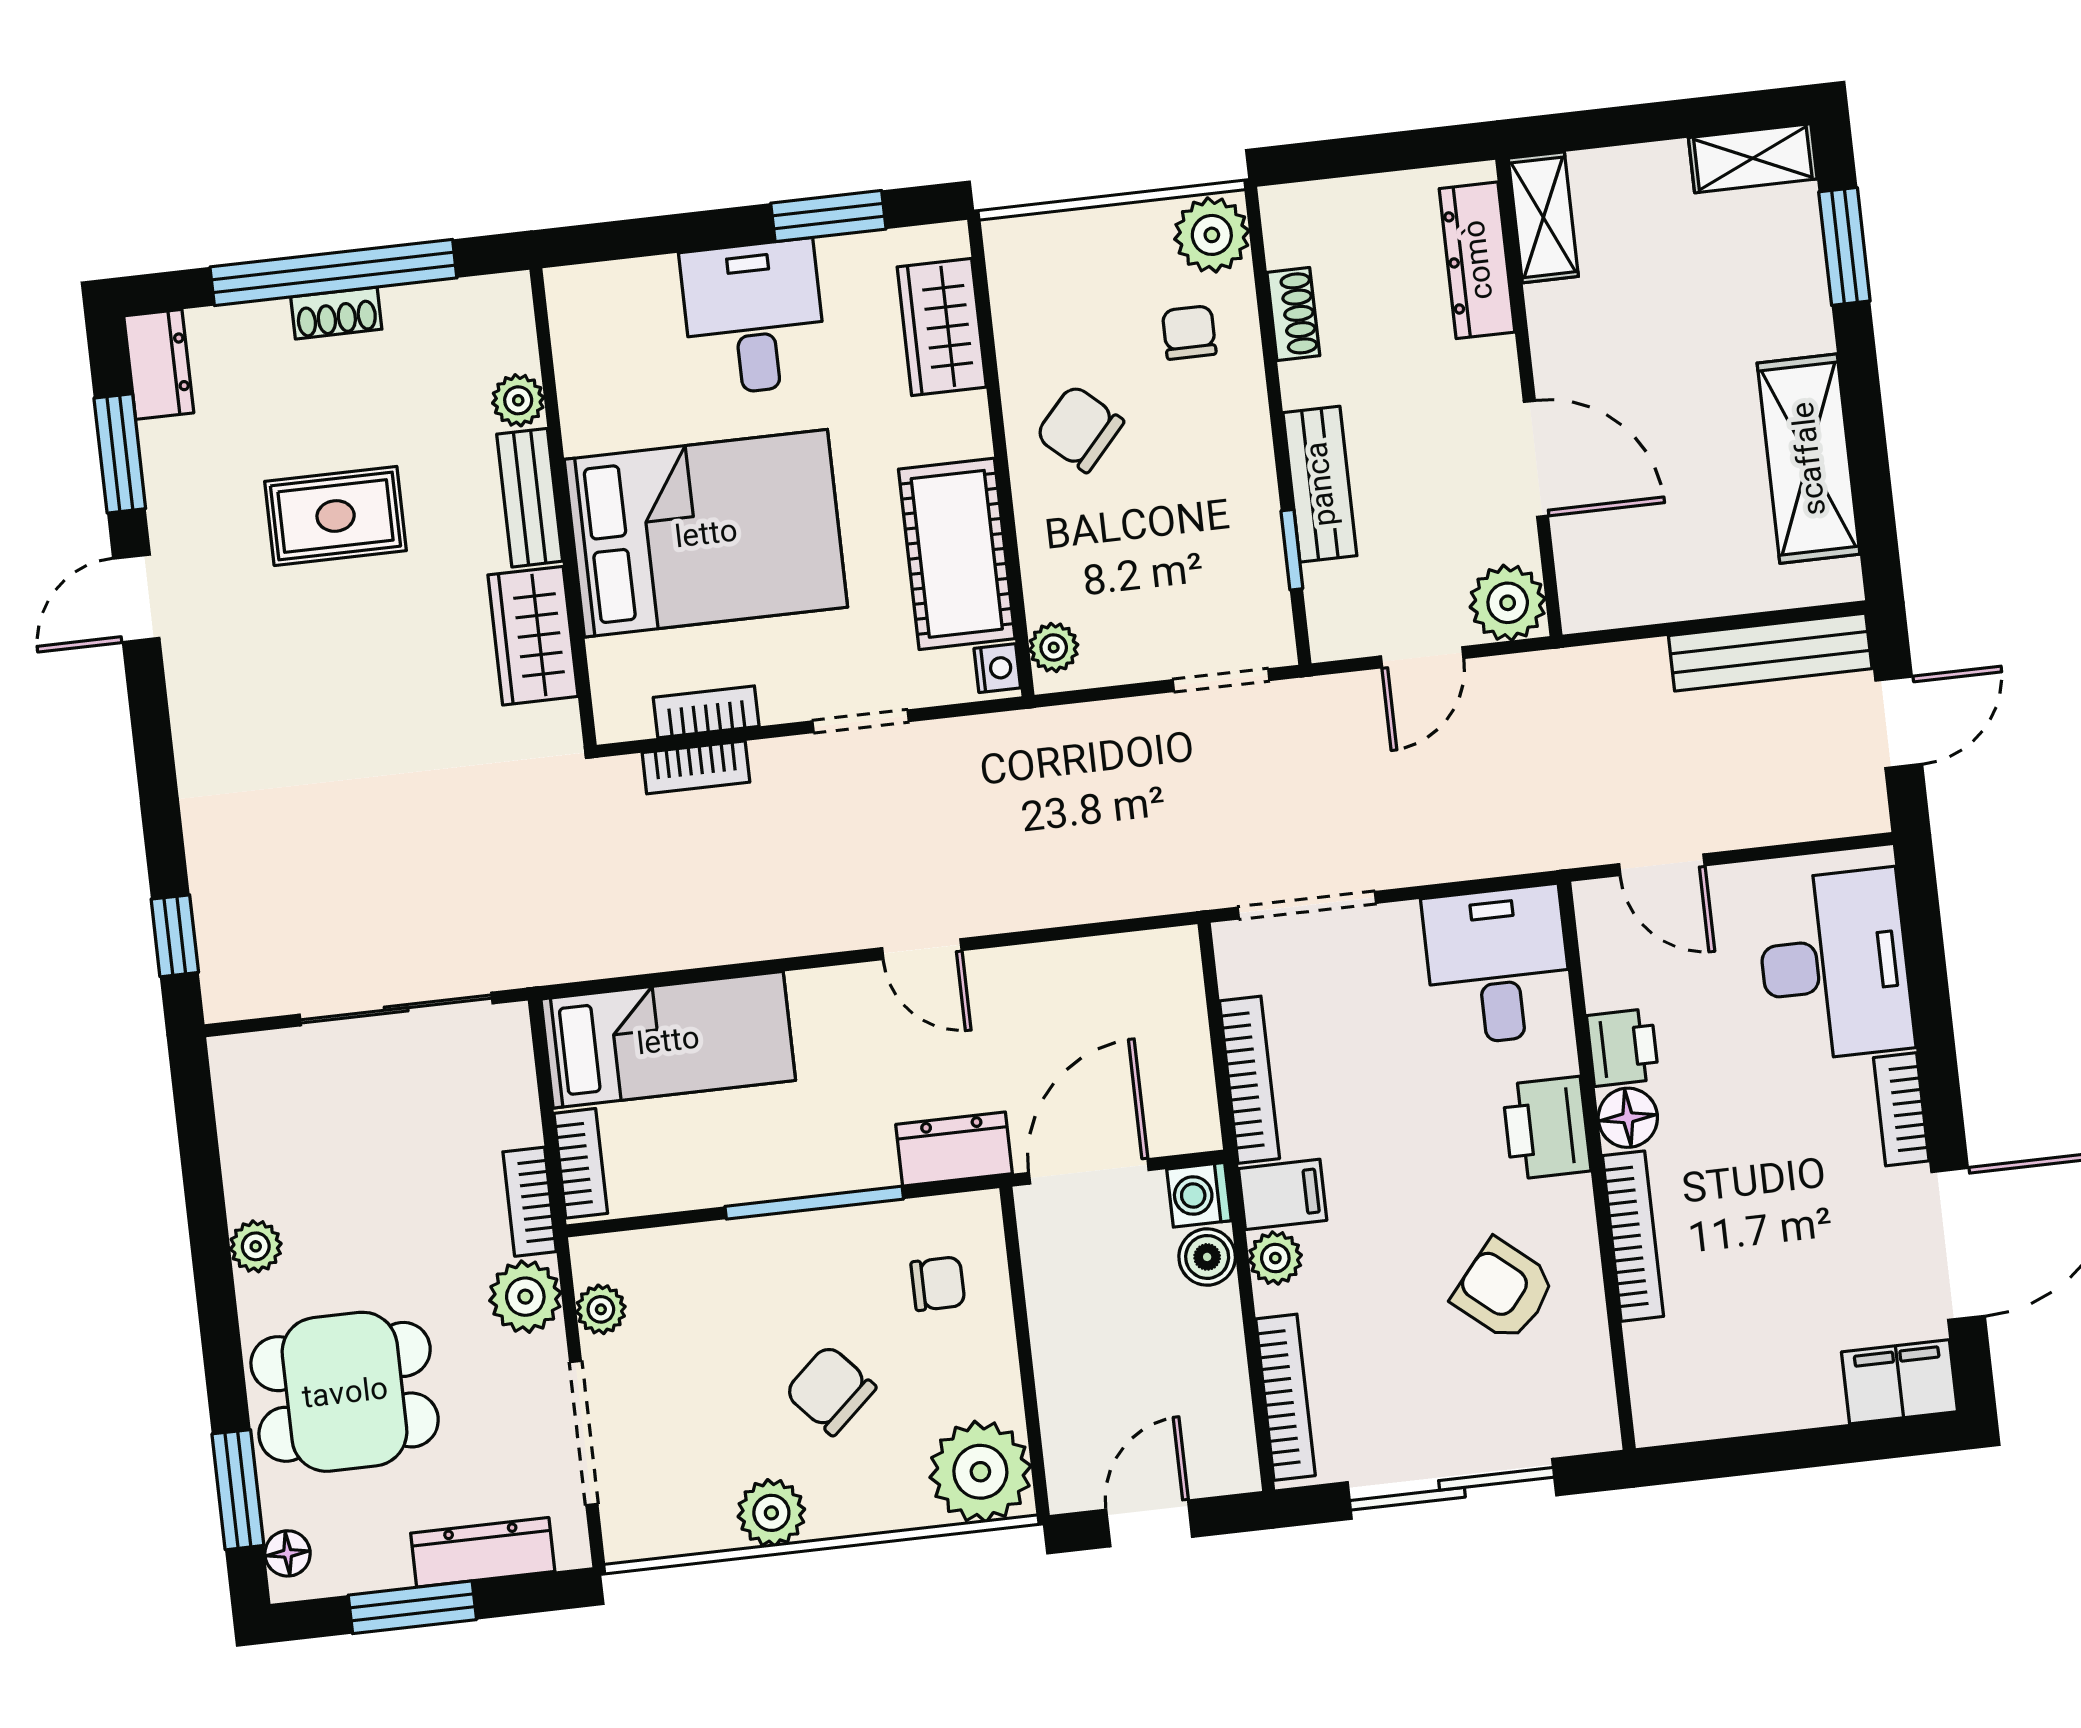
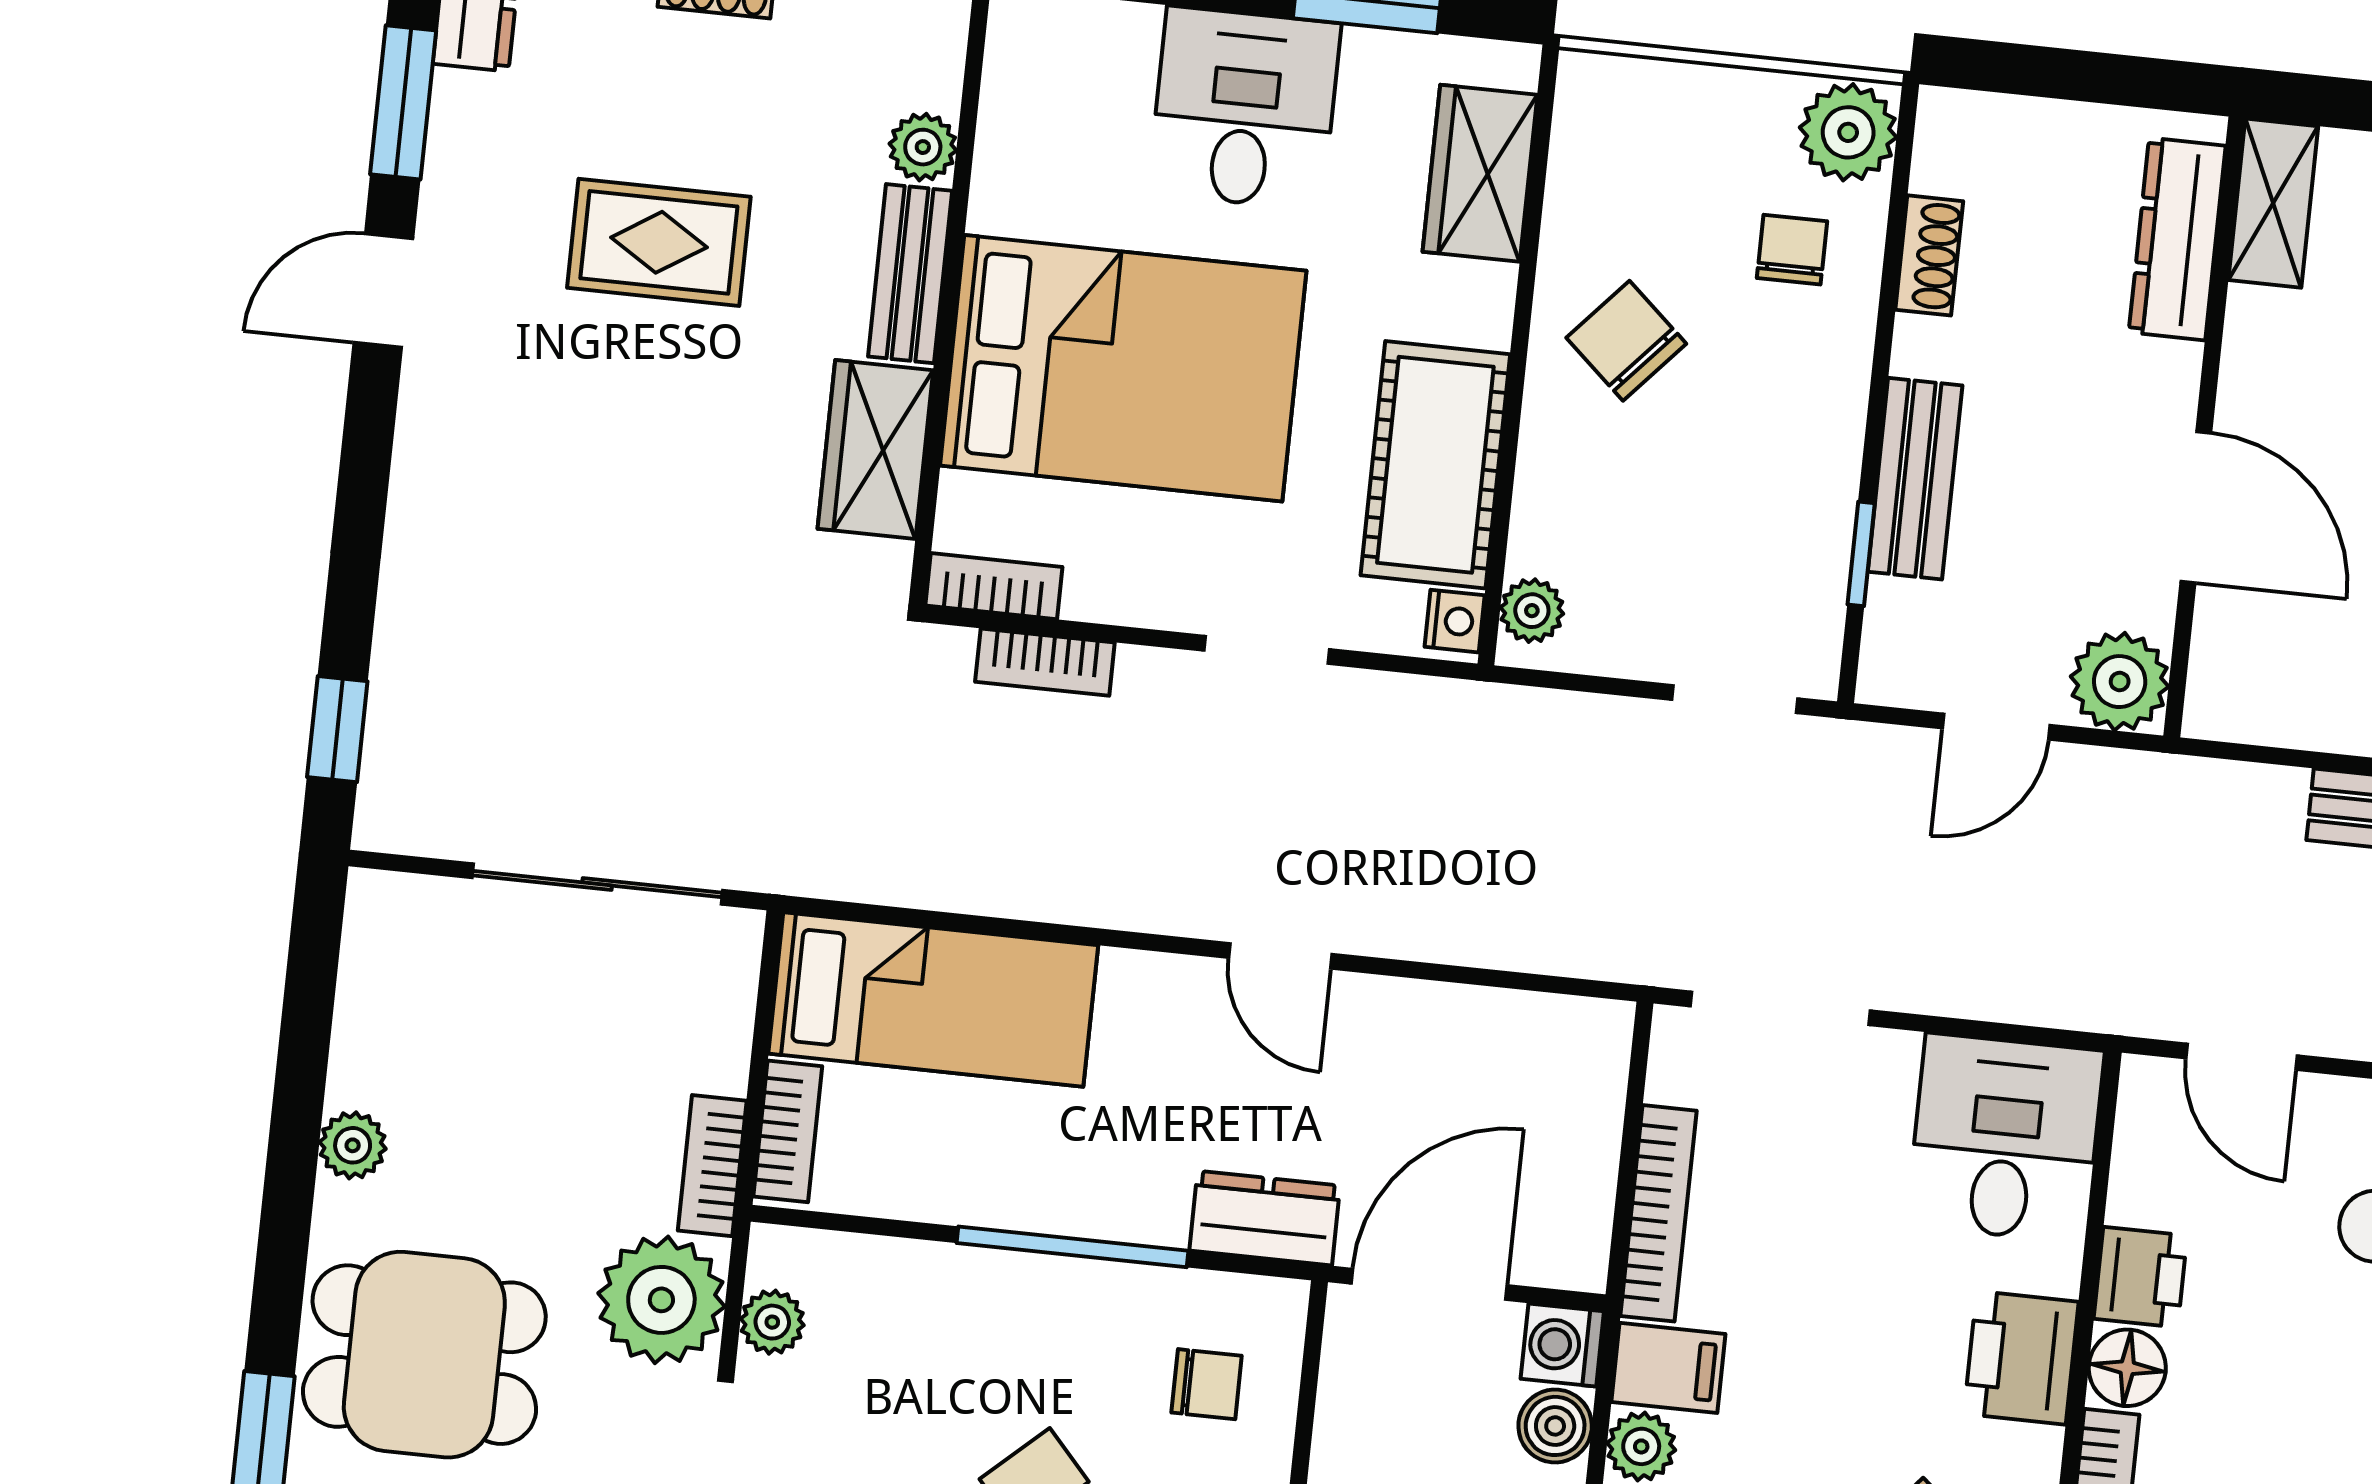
bookcase: (706, 712) -> (994, 586), moved
plant: (525, 1297) -> (661, 1300), width x1.36, depth x1.36

